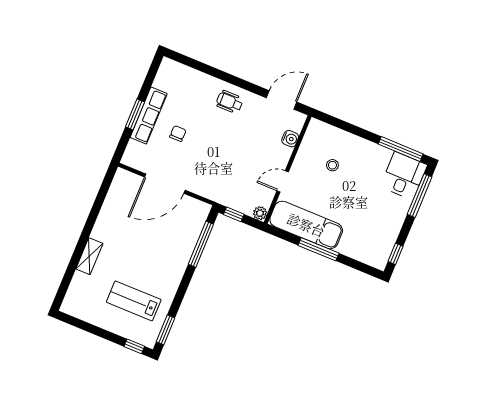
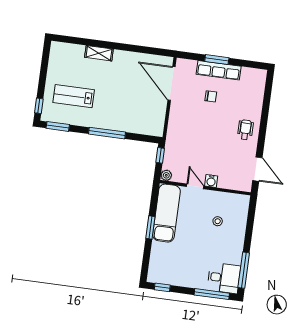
water cooler: (290, 139) -> (211, 181), moved
door: (165, 184) -> (172, 83), moved
window: (201, 244) -> (107, 133), moved
window: (319, 249) -> (150, 227), width x0.69
lab bench: (134, 301) -> (74, 96), turned -90

